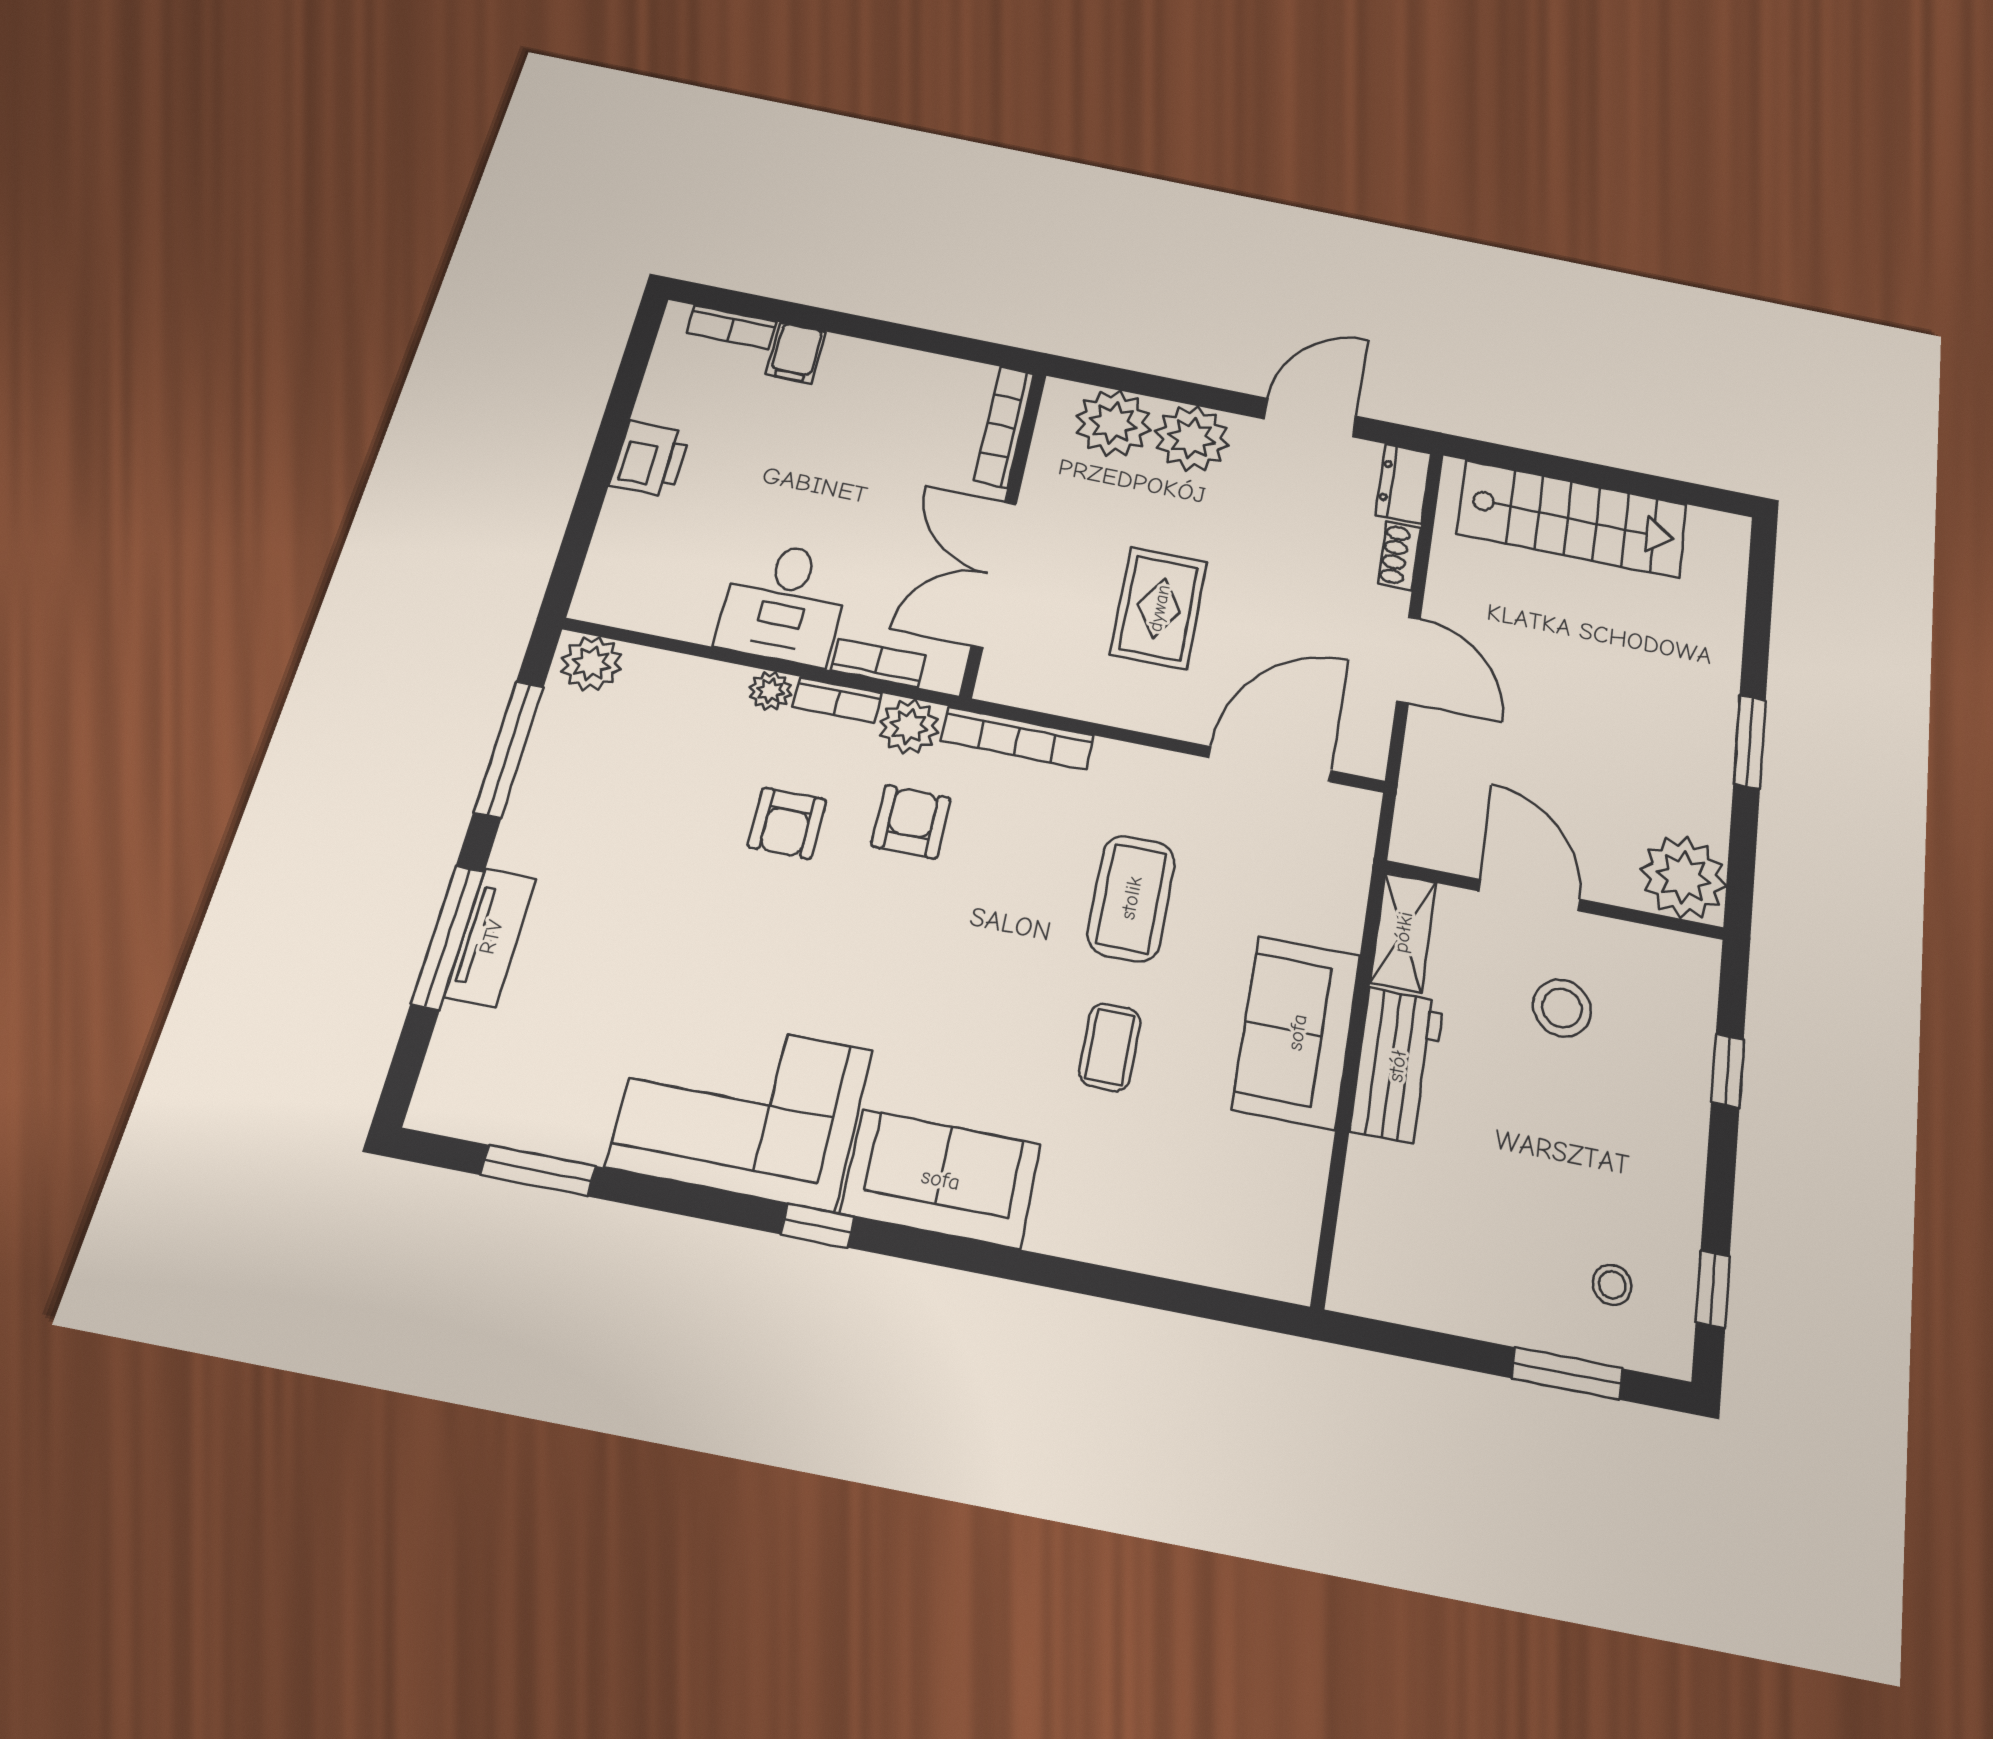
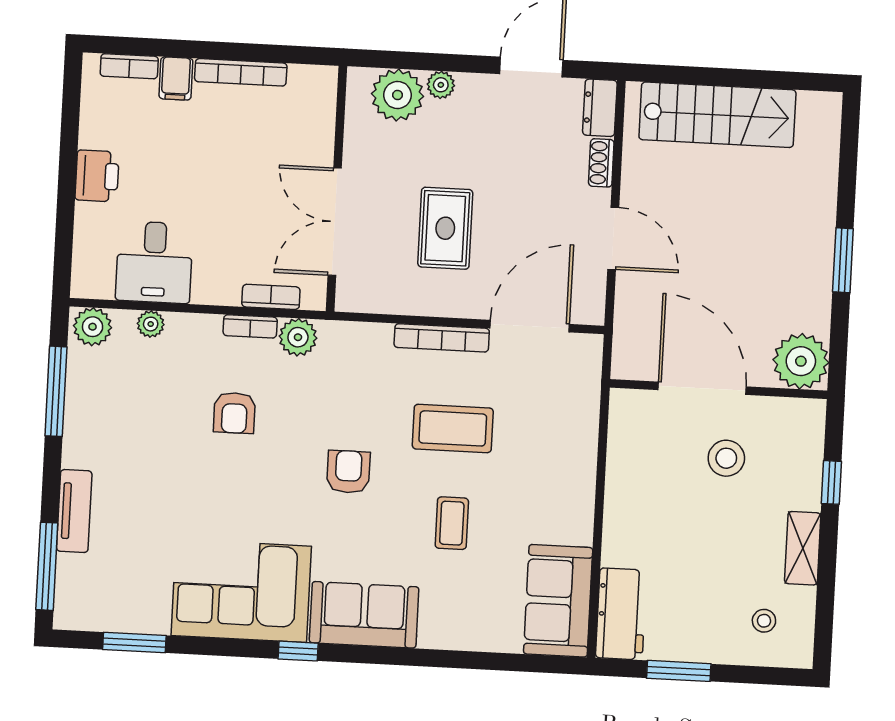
bookcase: (1004, 427) -> (241, 72), moved, turned -90
plant: (1192, 438) -> (441, 85), width x0.53, depth x0.53
desk: (784, 603) -> (154, 262), moved
plant: (770, 691) -> (151, 324), moved
bookcase: (1017, 738) -> (442, 338), moved
armchair: (911, 822) -> (348, 472), moved
door: (1529, 895) -> (702, 388), width x1.36
coffee table: (1131, 898) -> (453, 428), turned 90
shelving: (1403, 932) -> (803, 548), moved
window: (448, 937) -> (47, 566), moved
sofa: (1297, 1032) -> (558, 601), moved
workbench: (1397, 1066) -> (621, 614), moved
window: (1713, 1289) -> (824, 615), removed
window: (1567, 1373) -> (679, 671), moved

